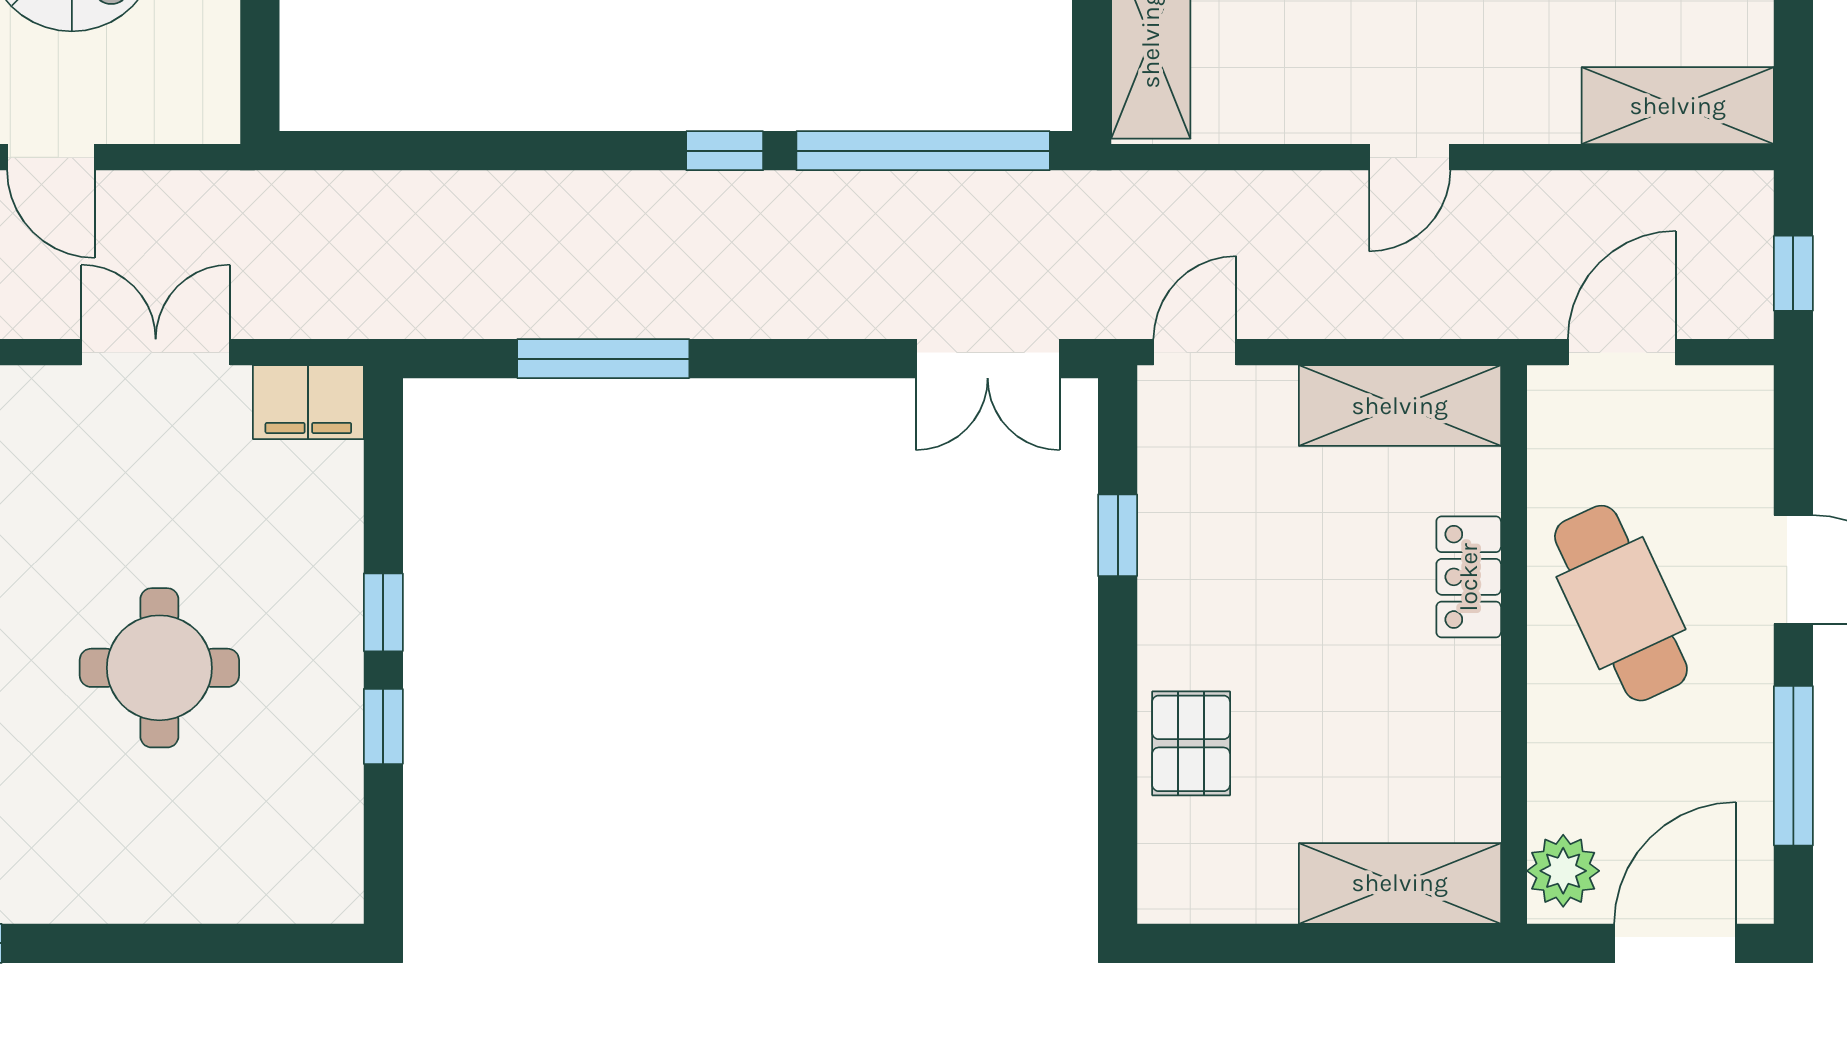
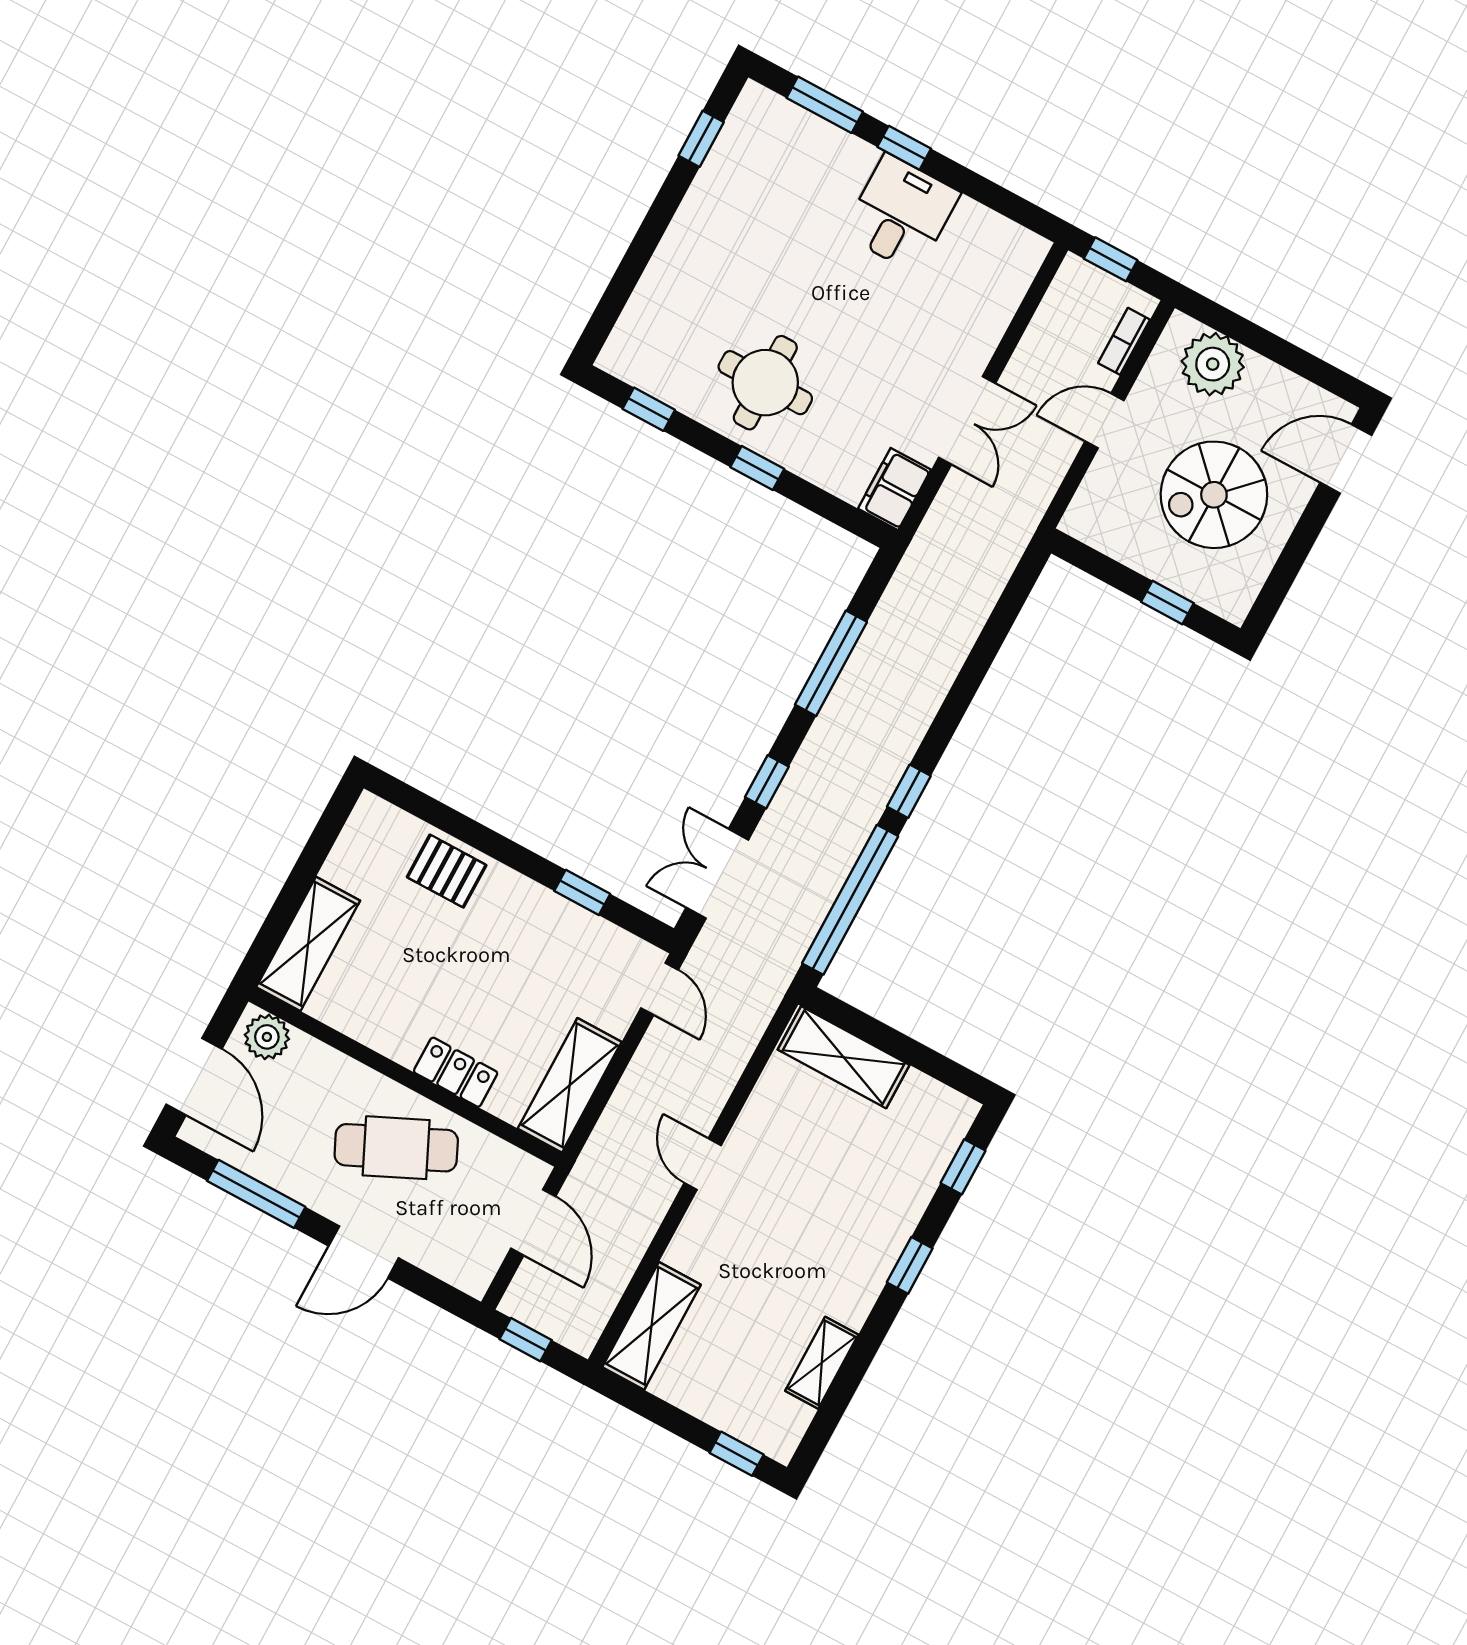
window: (820, 359) -> (767, 782), added
round table: (159, 668) -> (765, 383), moved
window: (383, 726) -> (649, 409), moved

